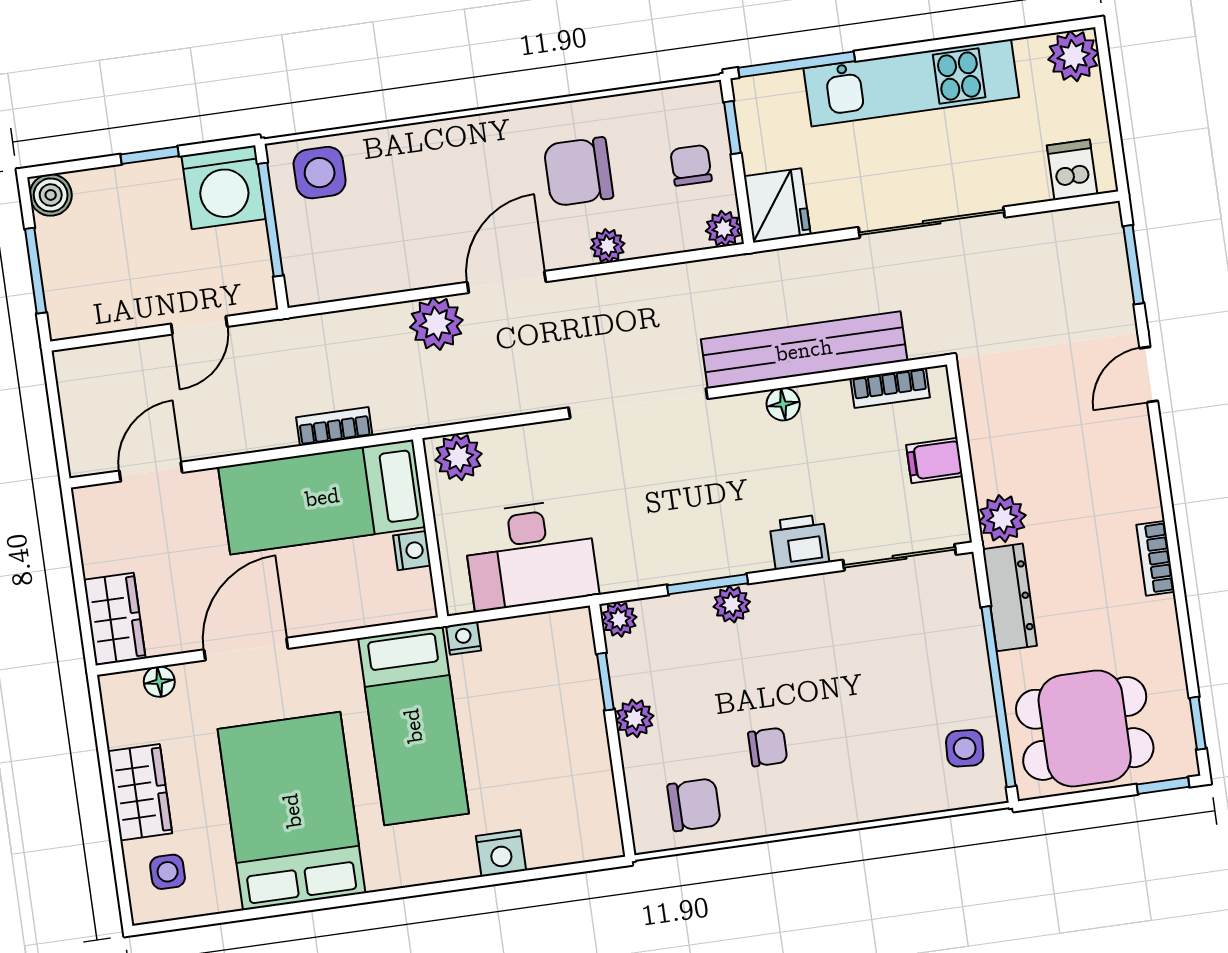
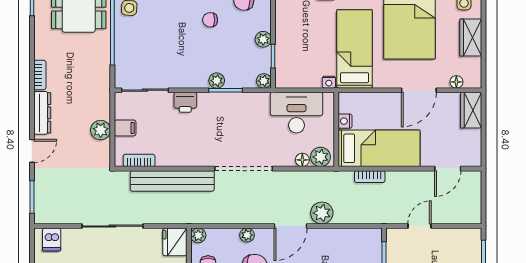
floor lamp: (783, 404) -> (302, 160), moved
plant: (1002, 518) -> (101, 130), moved
dresser: (1010, 597) -> (42, 113), moved, turned 180

